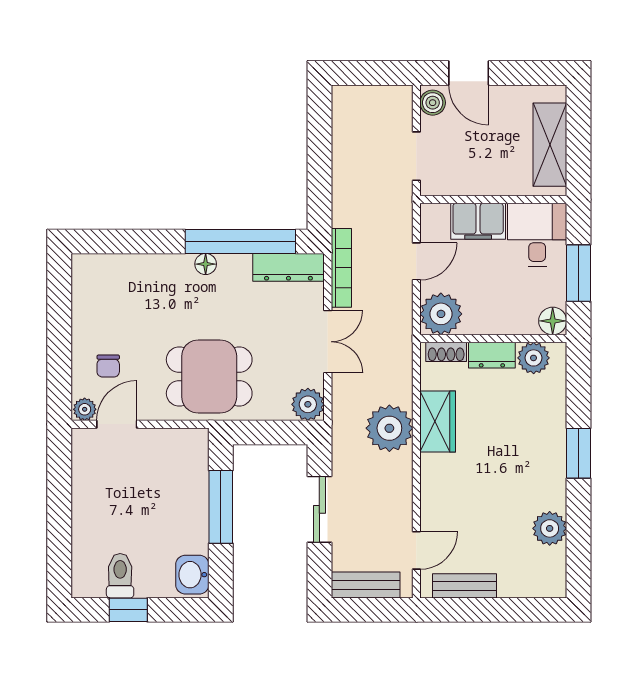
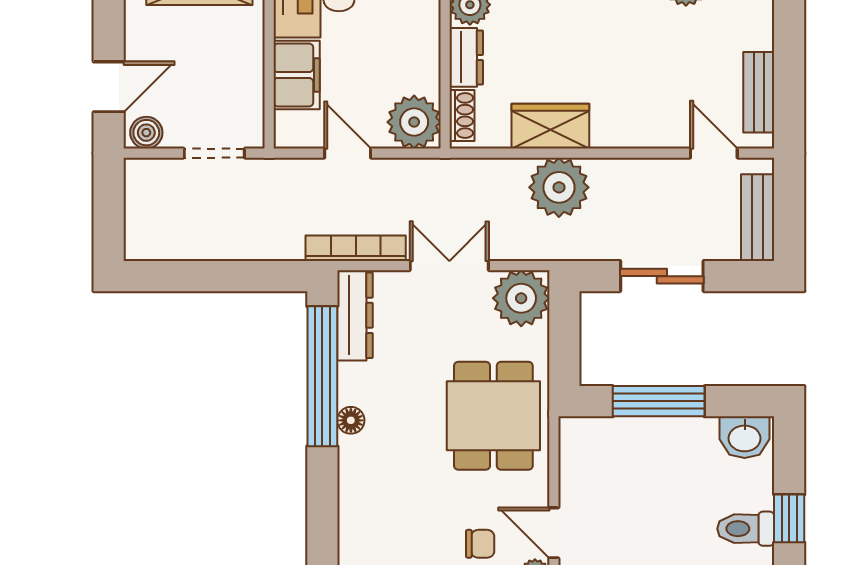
plant: (308, 404) -> (521, 298), width x1.36, depth x1.36

